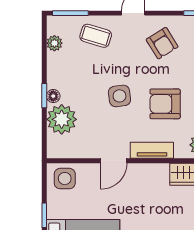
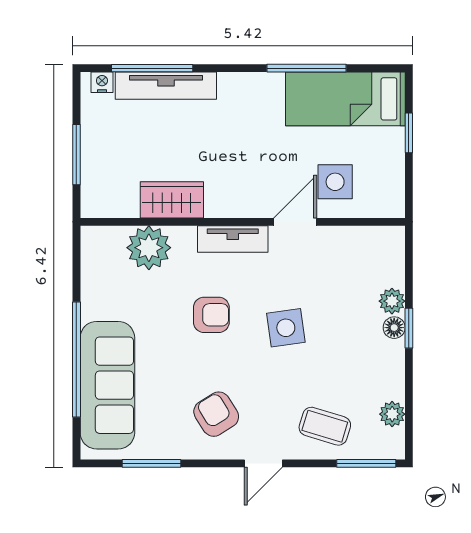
armchair: (165, 104) -> (211, 315), width x0.72, depth x0.72
plant: (62, 119) -> (392, 301), width x0.53, depth x0.53
side table: (65, 179) -> (335, 182), moved

